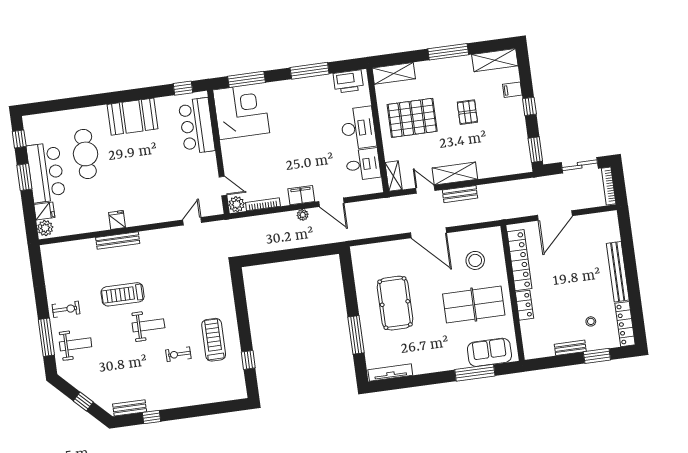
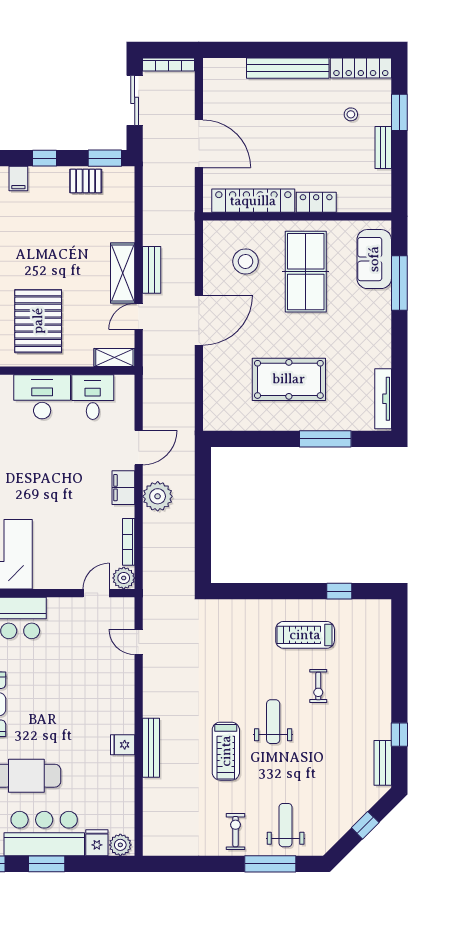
pallet: (467, 112) -> (86, 181), moved
plant: (303, 215) -> (158, 496), width x1.88, depth x1.88

